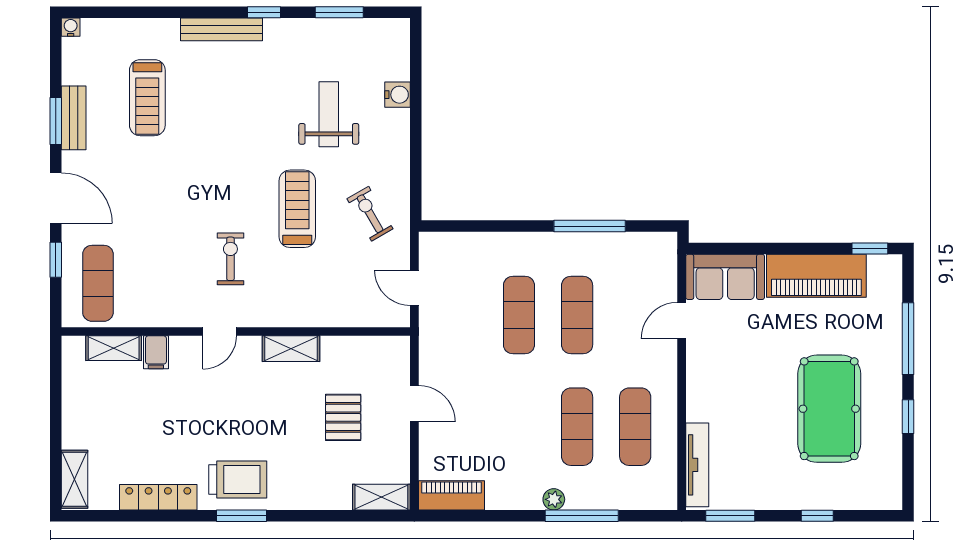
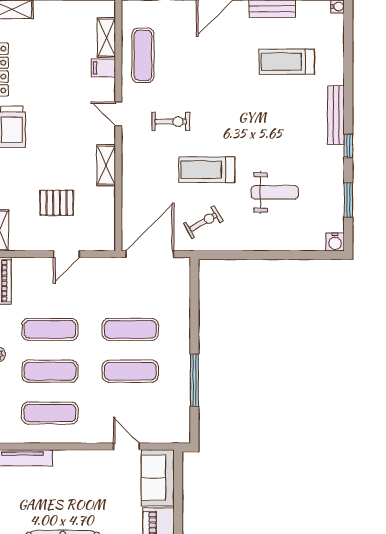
water cooler: (398, 95) -> (335, 242), moved
treadmill: (297, 209) -> (207, 170), turned 180
exercise mat: (98, 283) -> (143, 55), moved, turned 90
door: (414, 288) -> (150, 254), width x1.88
exercise mat: (519, 427) -> (50, 329), added

